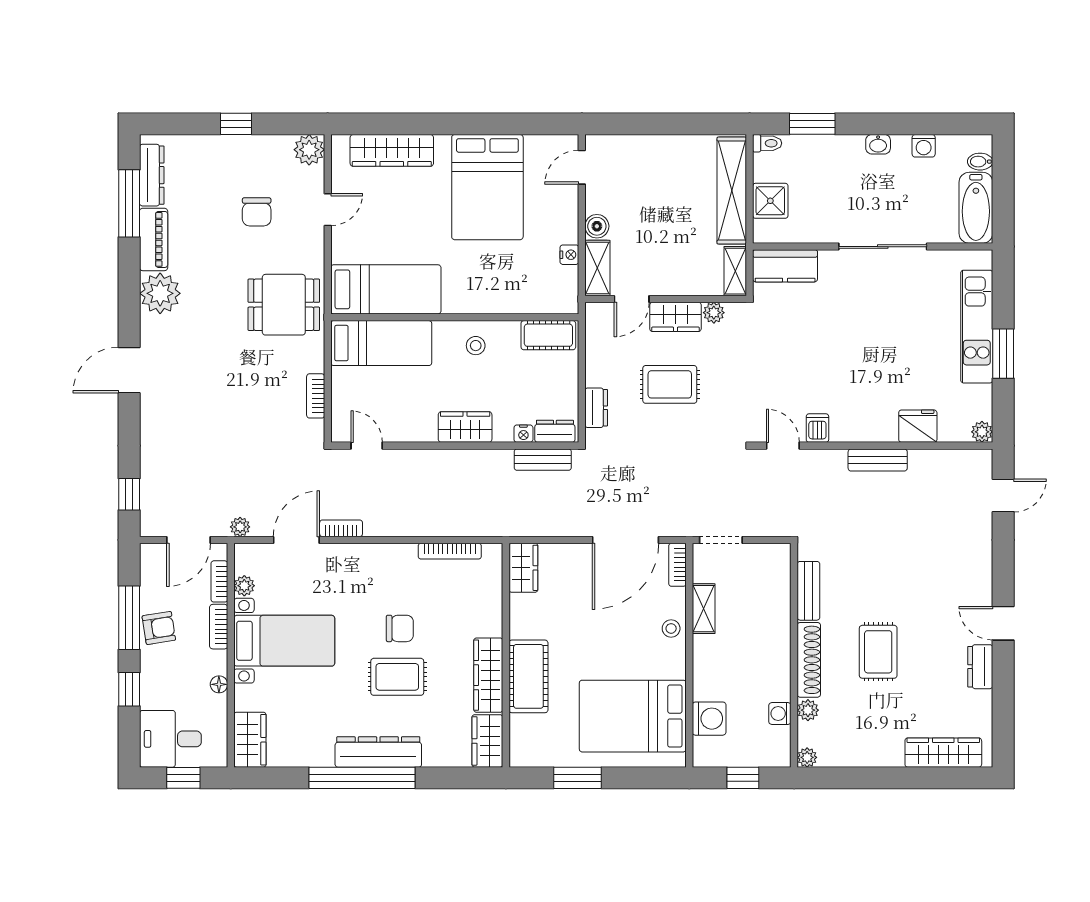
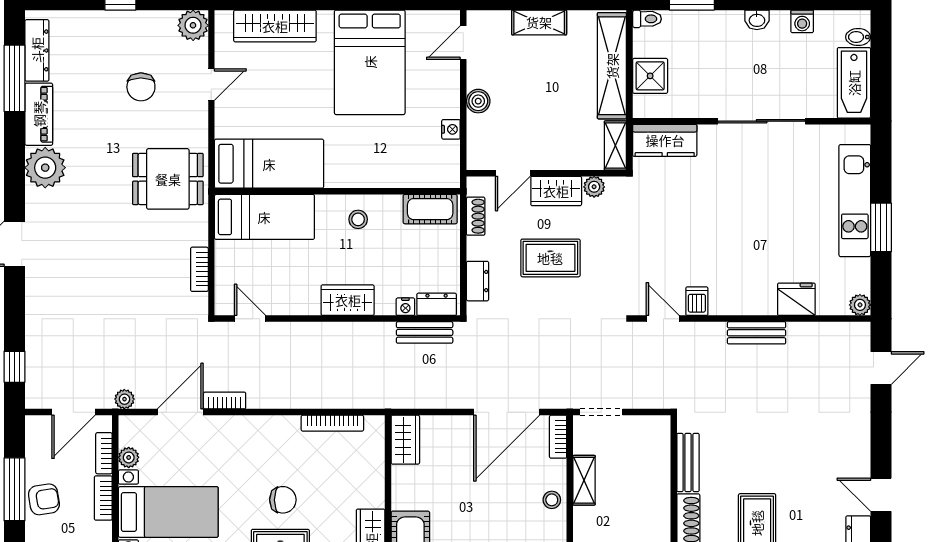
shelving: (597, 268) -> (539, 22), moved, turned 90
shoe rack: (594, 342) -> (476, 216), added

